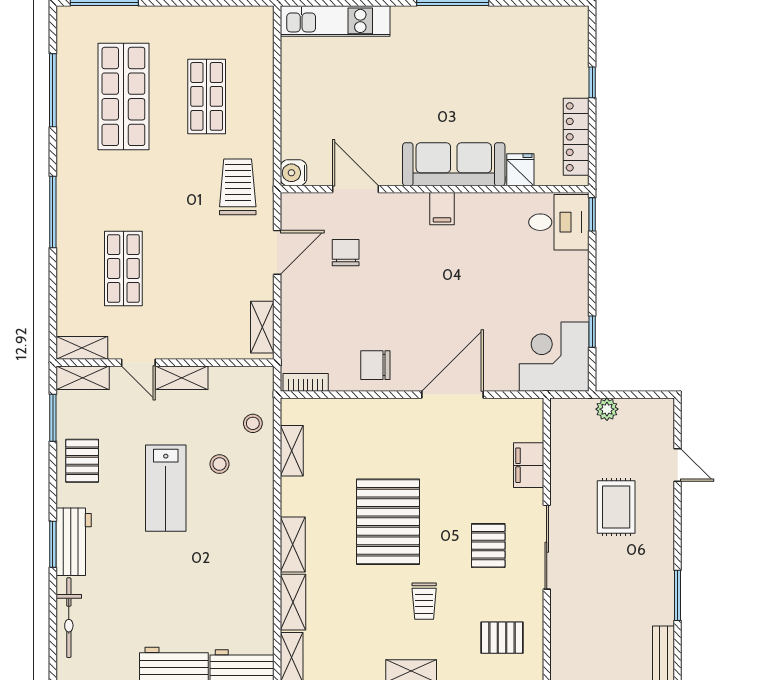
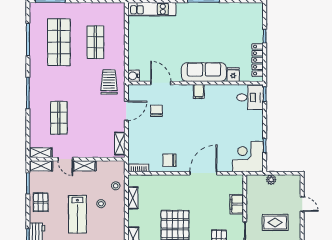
rug: (616, 507) -> (275, 223), turned 90

